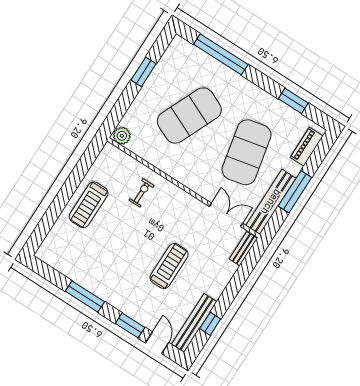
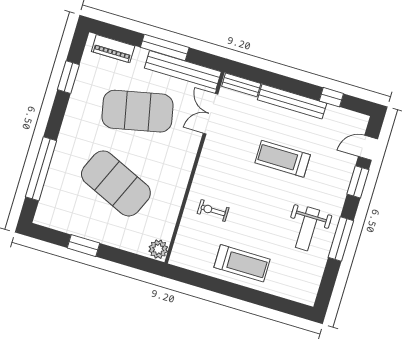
weight bench: (102, 270) -> (308, 229), added
bench: (194, 323) -> (292, 101), moved

